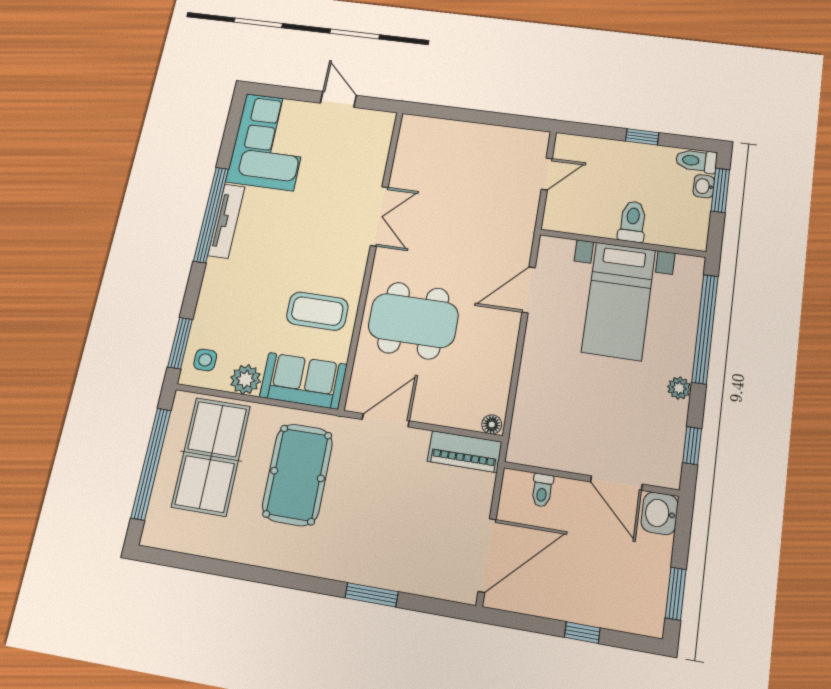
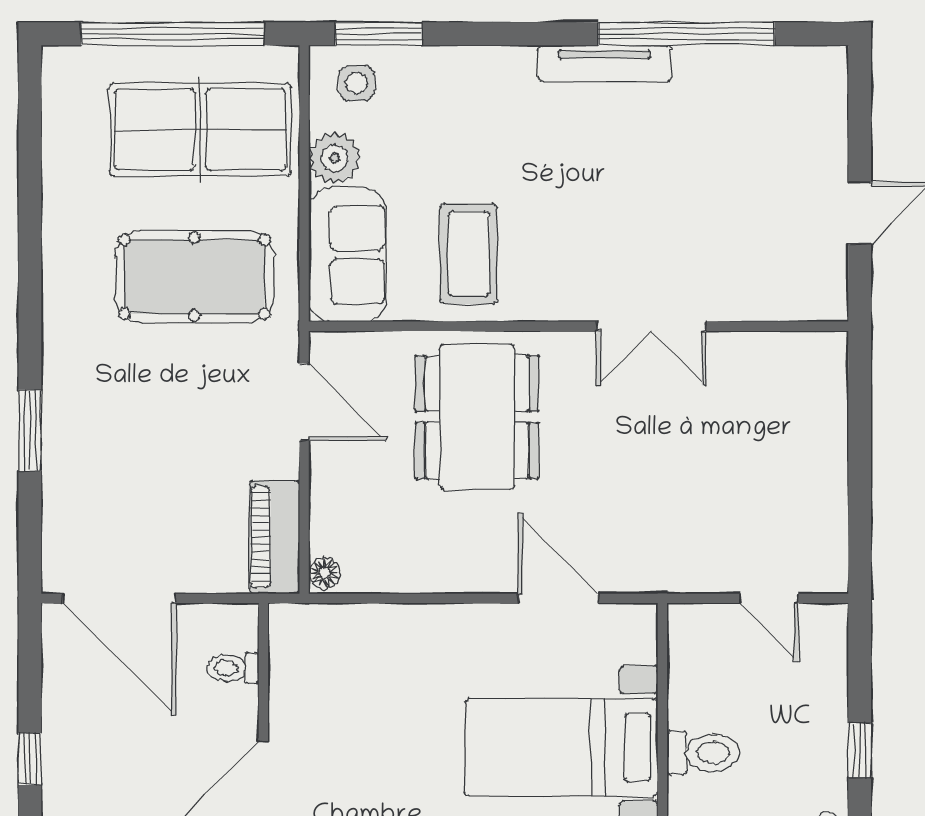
corner sofa: (270, 142) -> (762, 107), removed
window: (211, 215) -> (686, 34), moved

